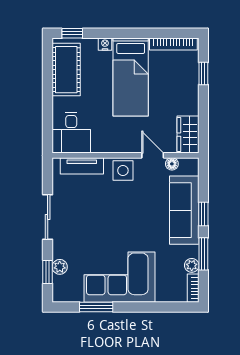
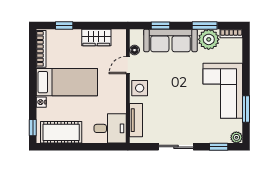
wardrobe: (188, 135) -> (96, 37), moved
window: (203, 214) -> (161, 25), moved
plant: (192, 265) -> (209, 39), width x1.88, depth x1.88
plant: (60, 267) -> (236, 137), moved

